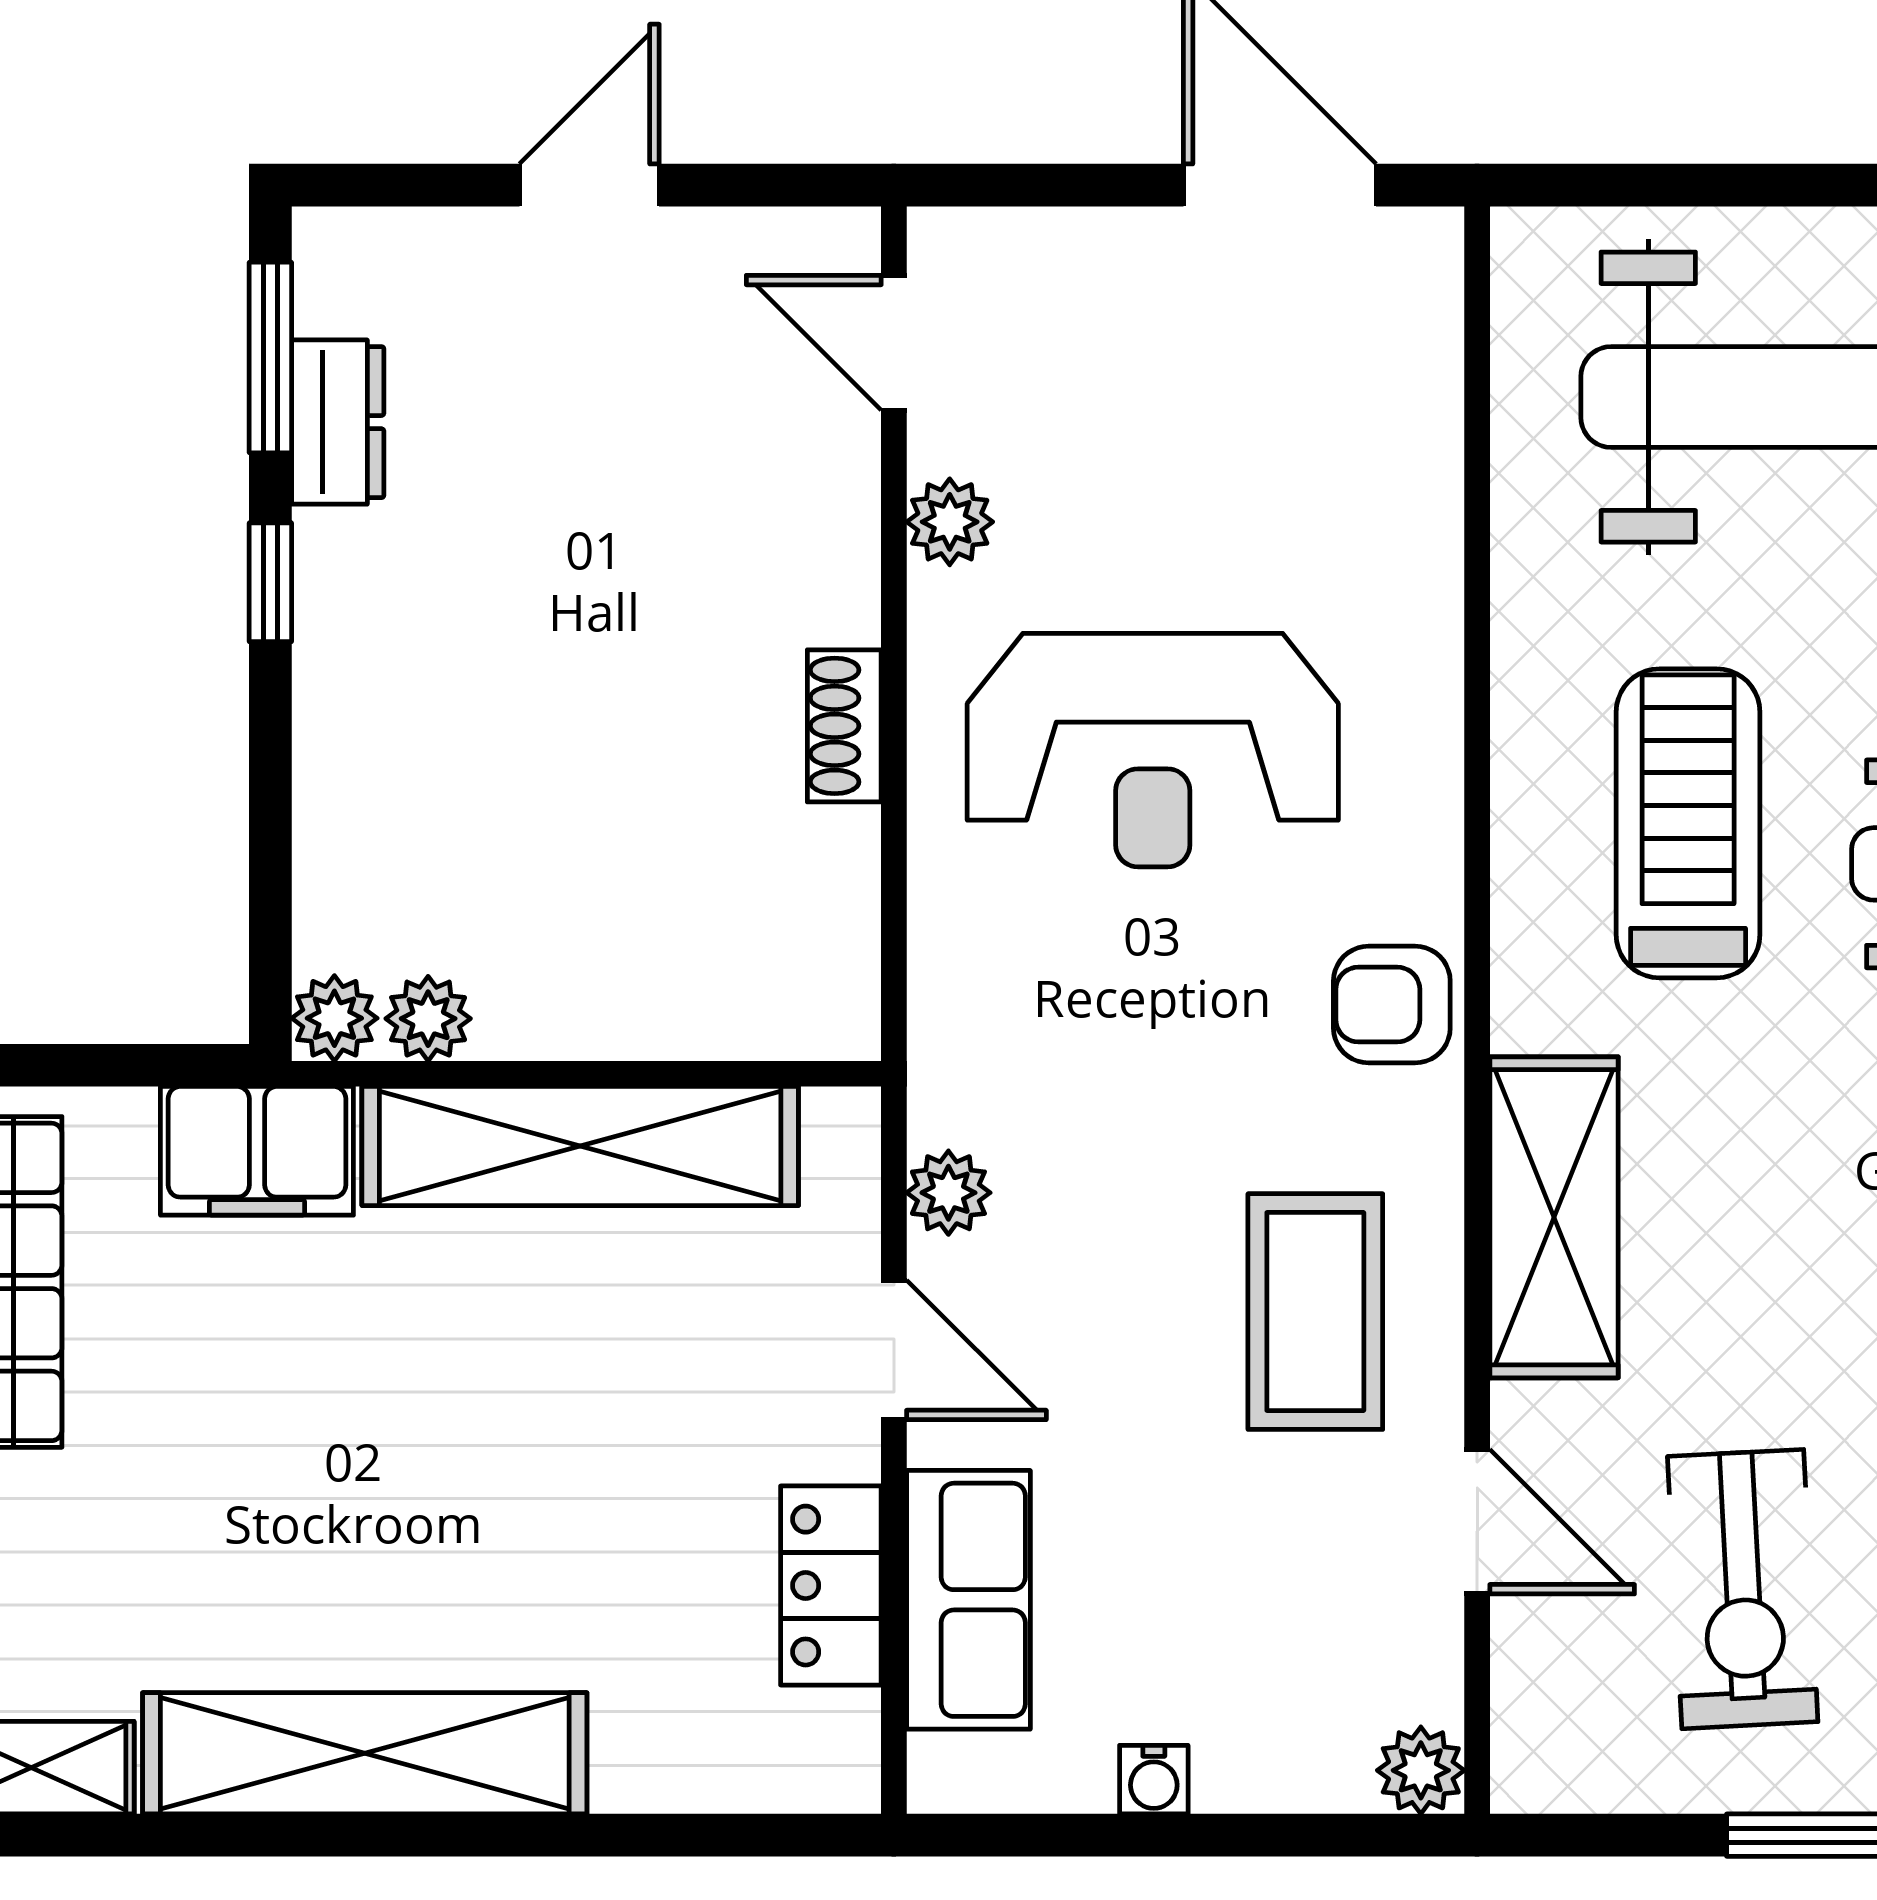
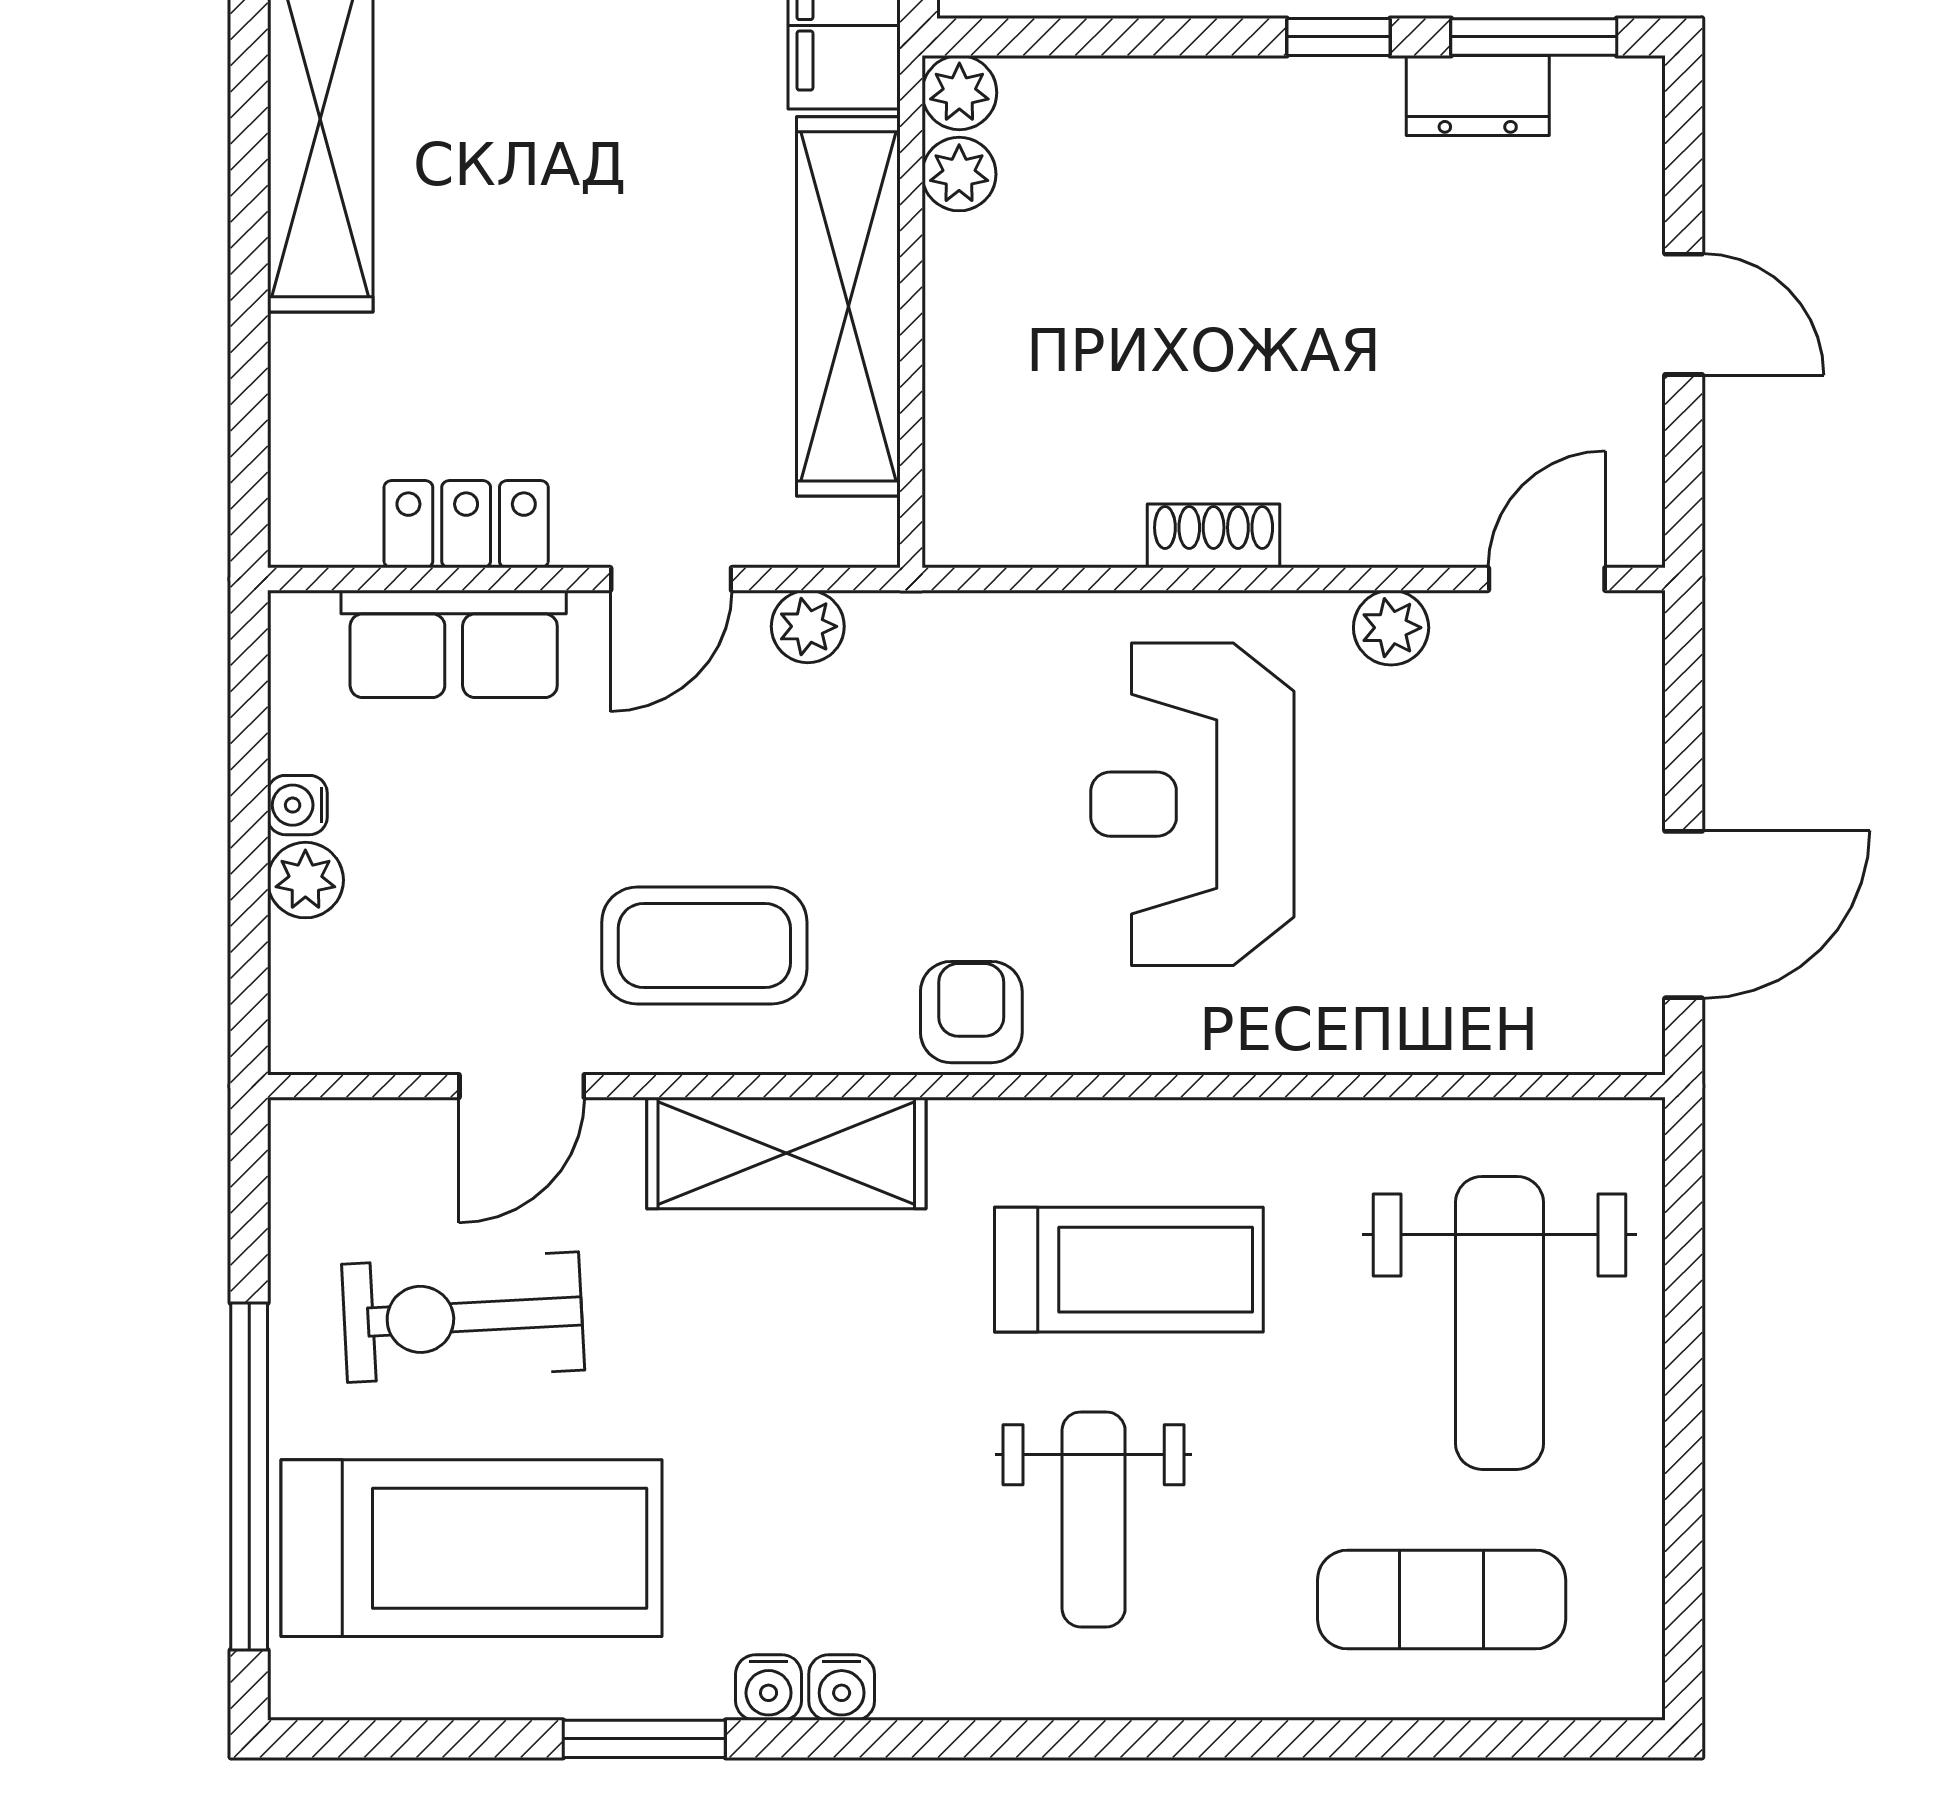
plant: (1421, 1770) -> (305, 880), moved

